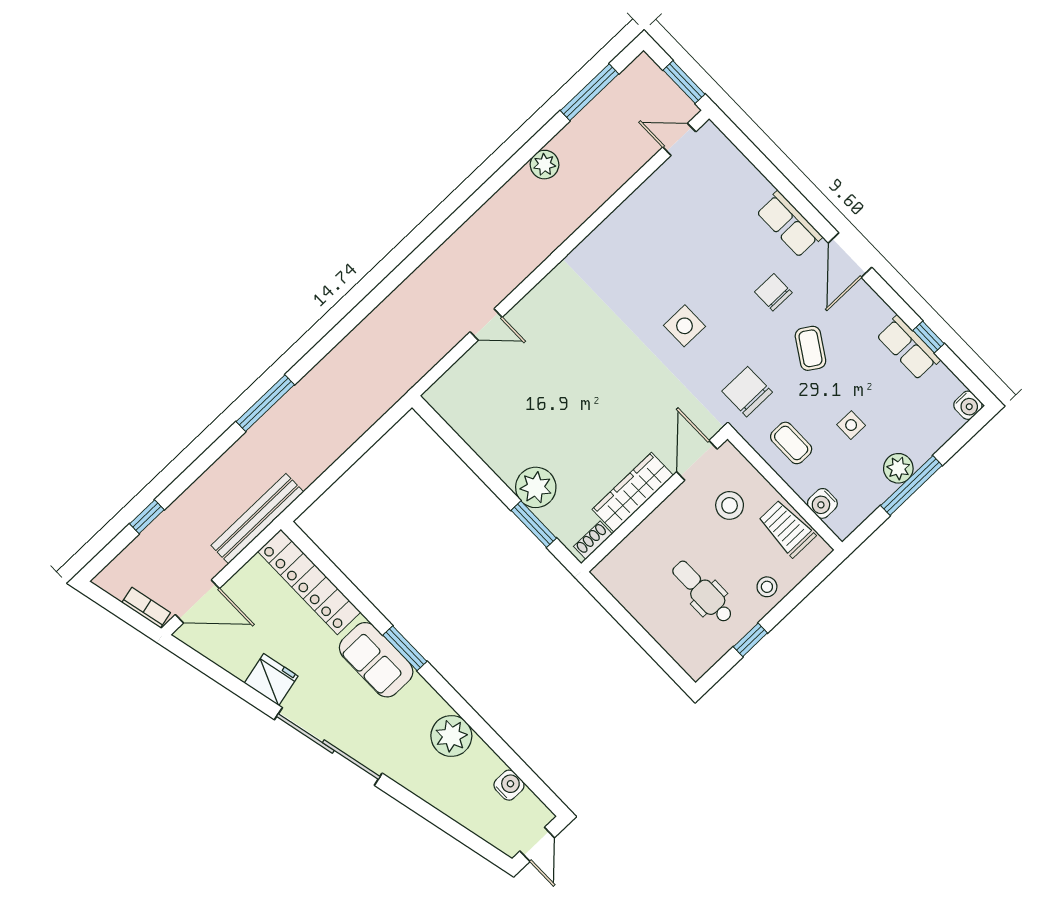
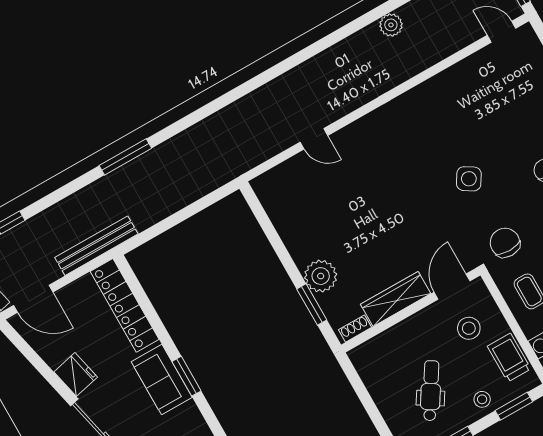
side table: (684, 326) -> (469, 179), turned 32
window: (807, 585) -> (514, 406), added
dental chair: (703, 592) -> (431, 391), turned 32

